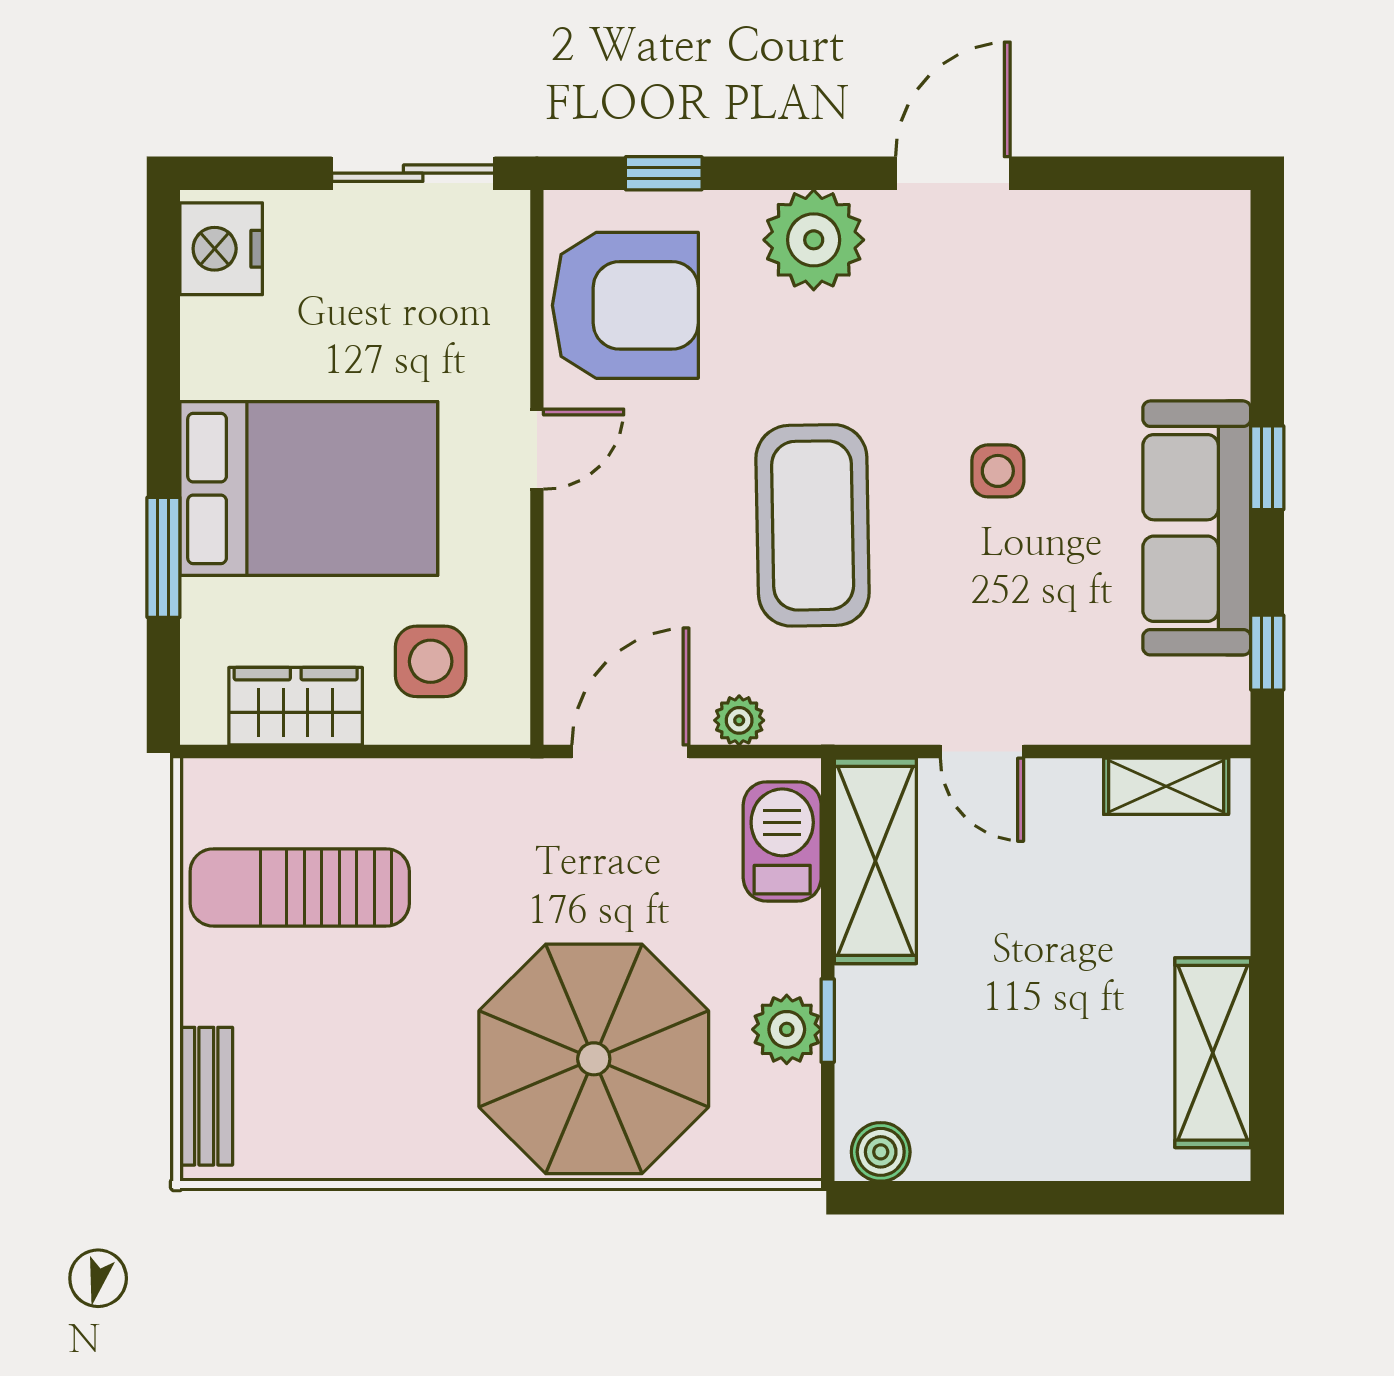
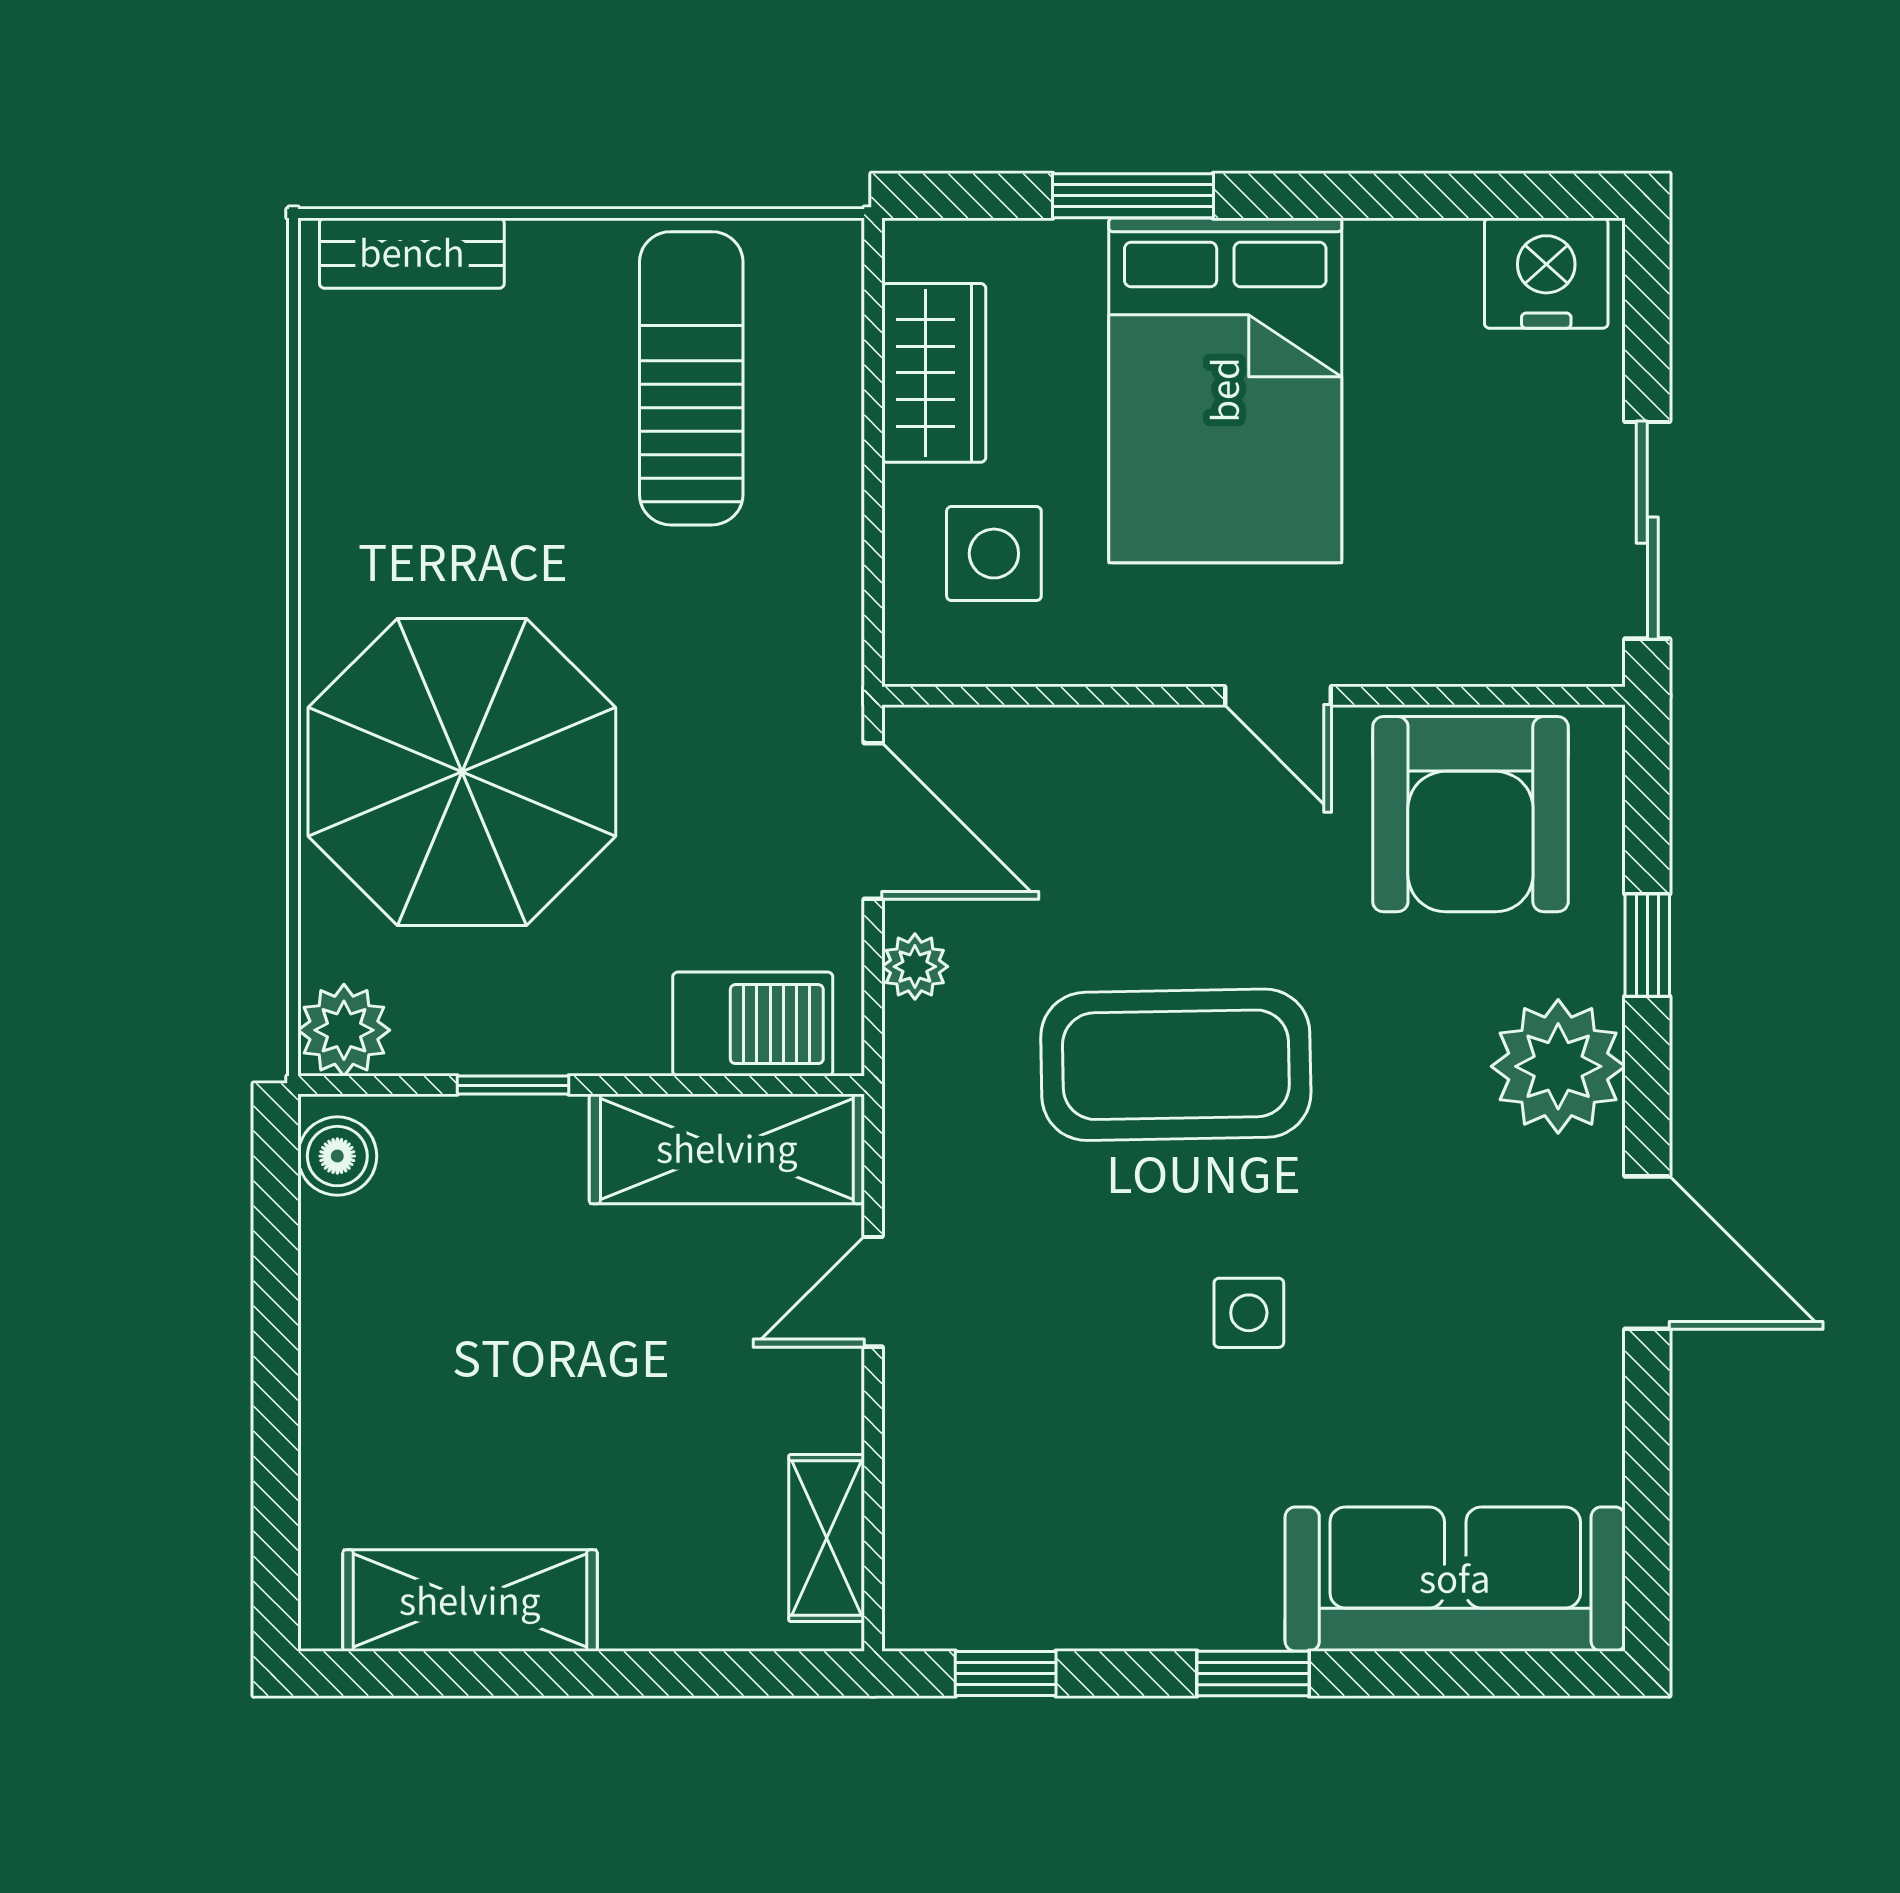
window: (664, 173) -> (1647, 945), moved
sofa: (1197, 528) -> (1455, 1579), moved
plant: (787, 1029) -> (344, 1030), moved

